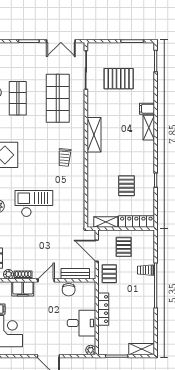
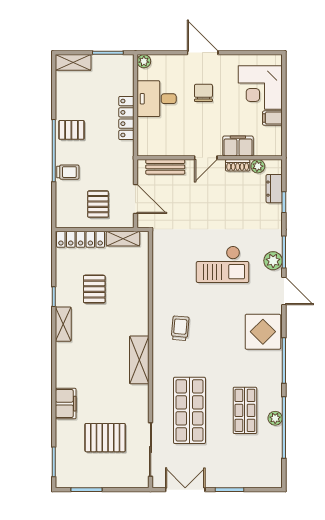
filing cabinet: (147, 109) -> (66, 404), width x2.00
shelving: (149, 128) -> (63, 324), moved
pallet: (109, 274) -> (71, 130), moved, turned 90
chair: (69, 290) -> (203, 93), moved

